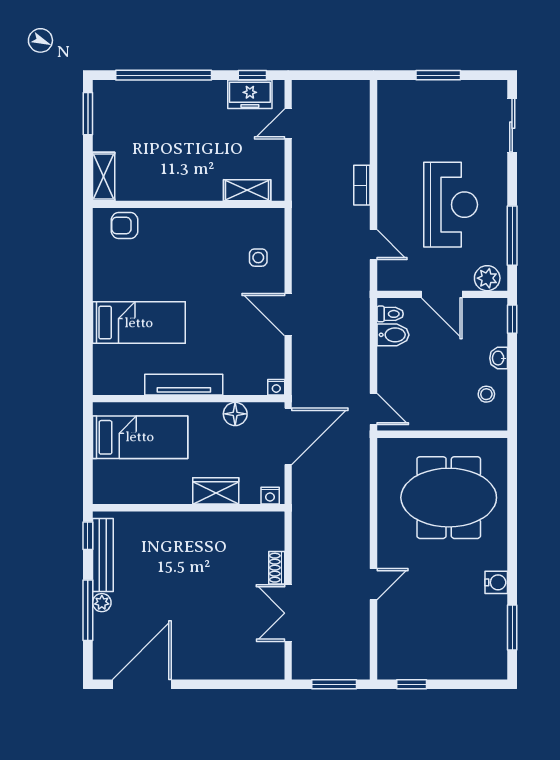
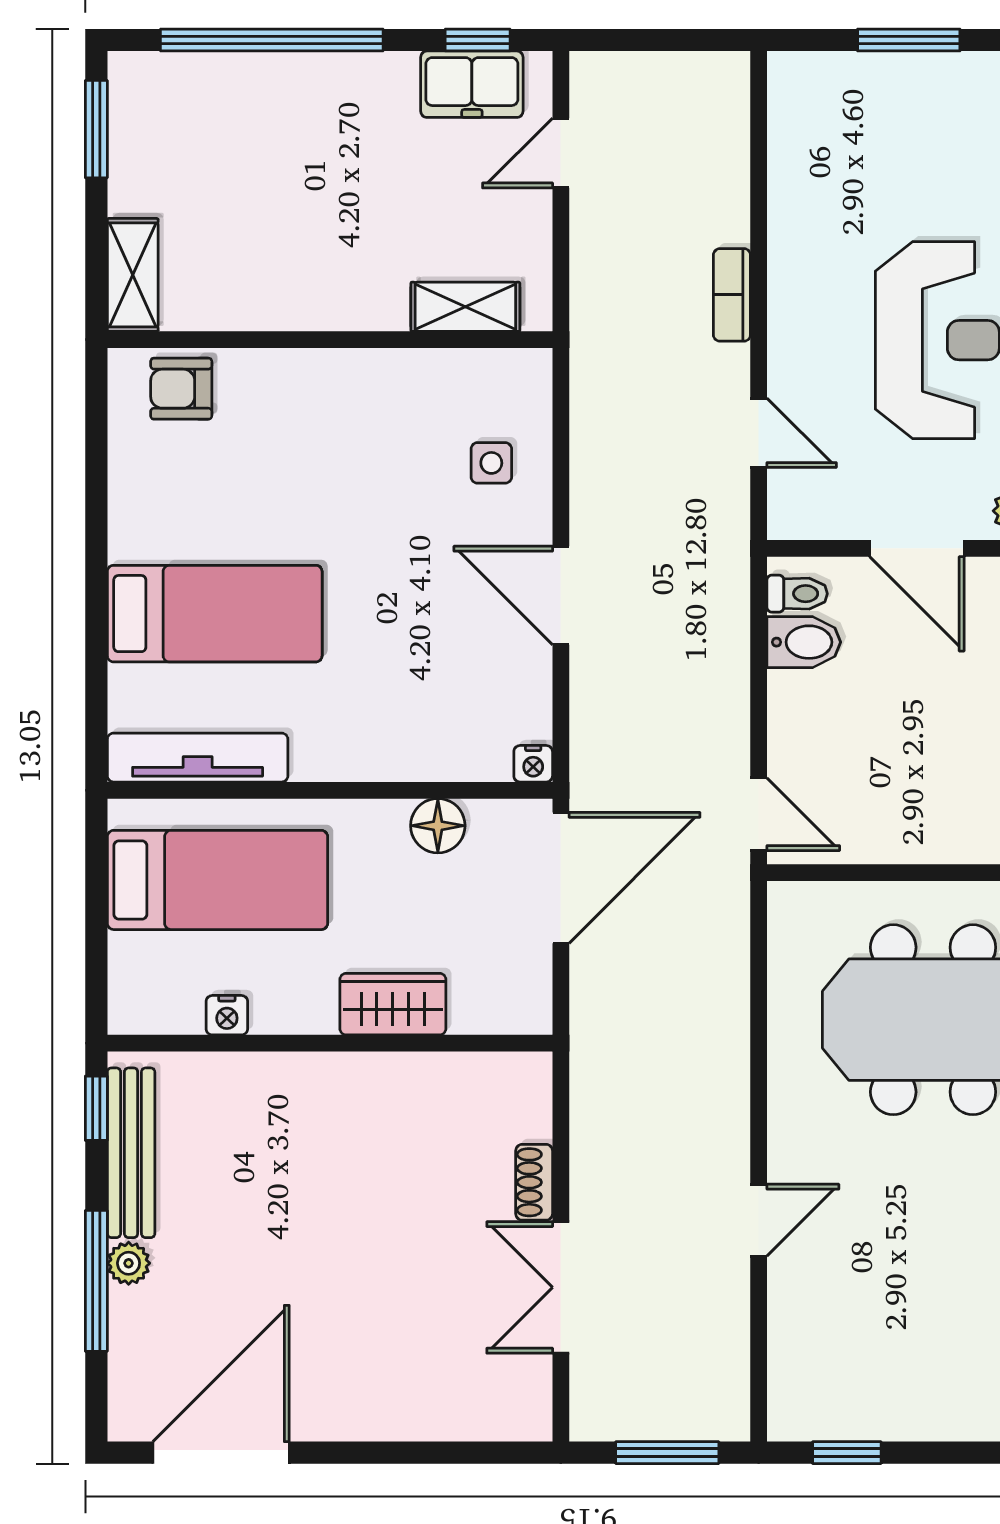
tv unit: (184, 385) -> (198, 758), moved
nightstand: (270, 496) -> (227, 1015), moved

